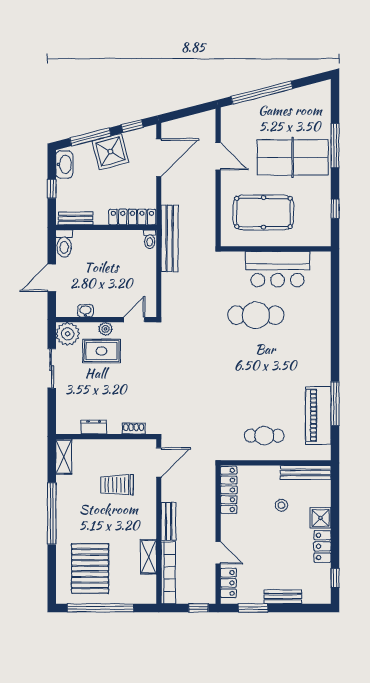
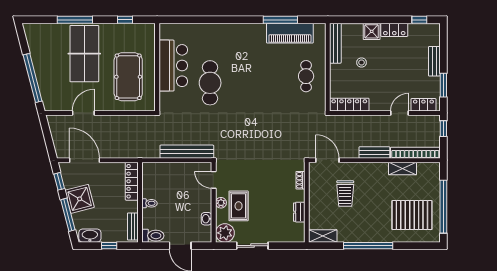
bench: (170, 238) -> (187, 152), moved
toilet: (150, 239) -> (150, 203), moved

